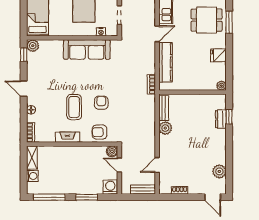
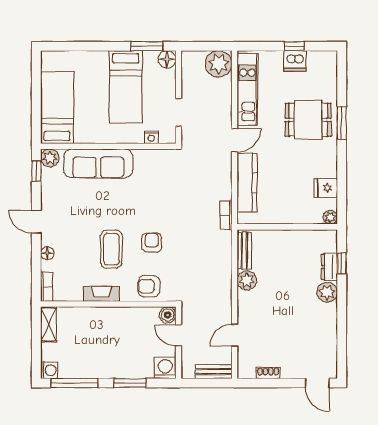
sofa: (87, 49) -> (98, 163), moved
fridge: (218, 55) -> (326, 188), moved
plant: (219, 171) -> (327, 292), moved
washing machine: (32, 176) -> (49, 370), moved

